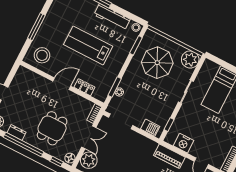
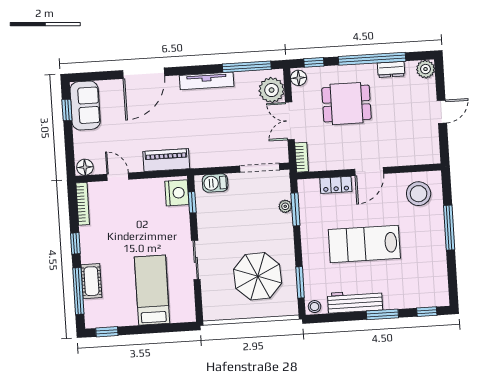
lab bench: (88, 45) -> (364, 244), turned 180
plant: (190, 59) -> (216, 307), removed
dining table: (52, 128) -> (346, 104), turned 90
nightstand: (184, 143) -> (177, 193), moved, turned 90

